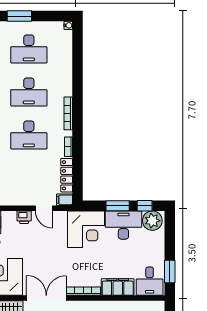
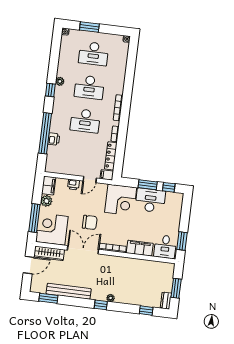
door: (44, 208) -> (90, 179), hinge flipped
plant: (152, 221) -> (173, 200), removed
chair: (51, 262) -> (90, 222), added

